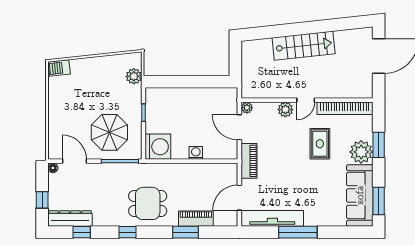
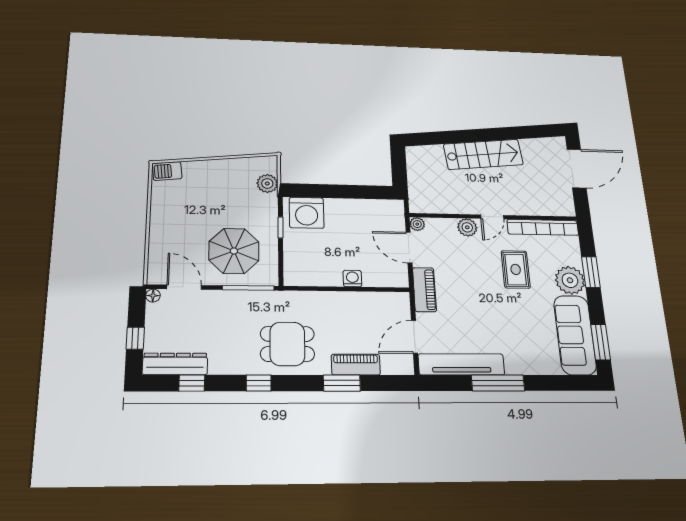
washing machine: (158, 147) -> (307, 213), moved, turned 90

